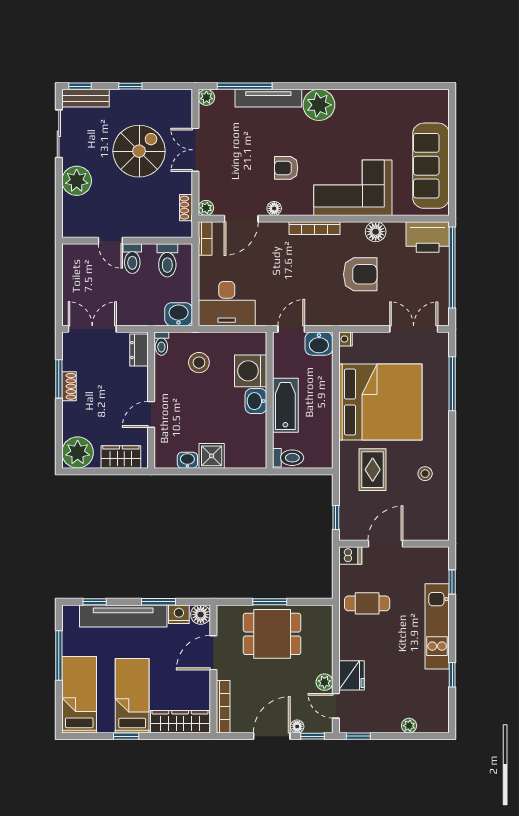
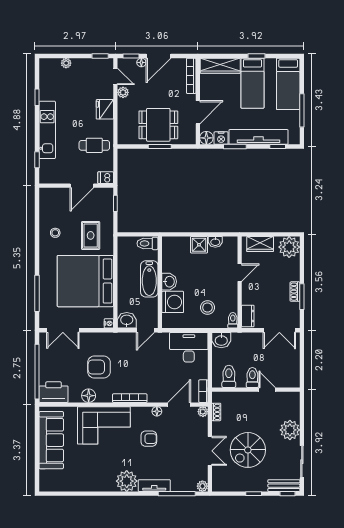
tv unit: (268, 98) -> (154, 486), width x0.71
fridge: (351, 675) -> (105, 109), moved

